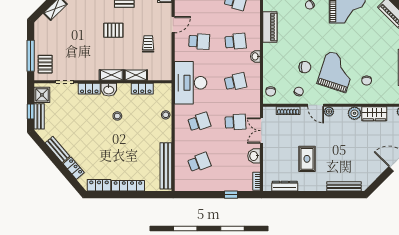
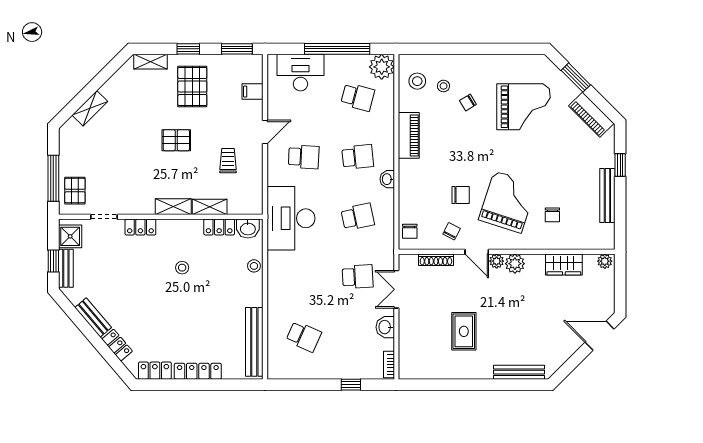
washbasin: (109, 90) -> (248, 228), moved
plant: (354, 113) -> (515, 264), moved
school desk: (199, 122) -> (304, 277), removed
school desk: (199, 162) -> (304, 337), turned 45
dresser: (285, 186) -> (431, 372), removed

